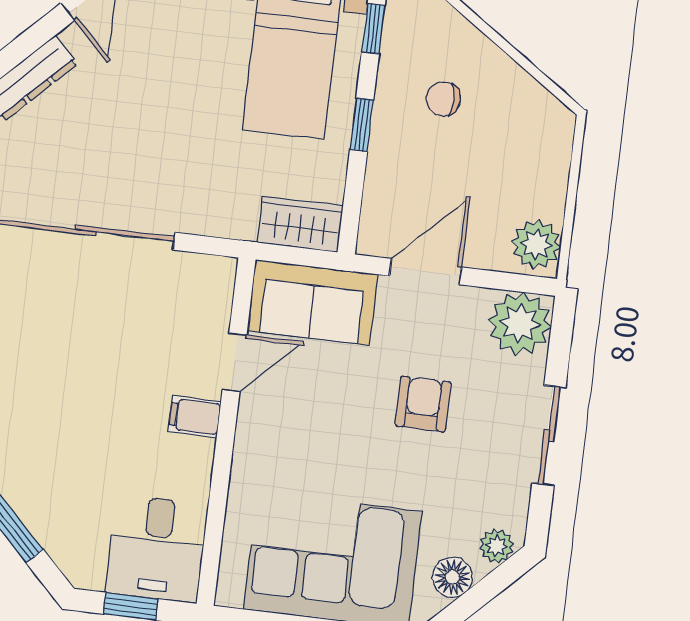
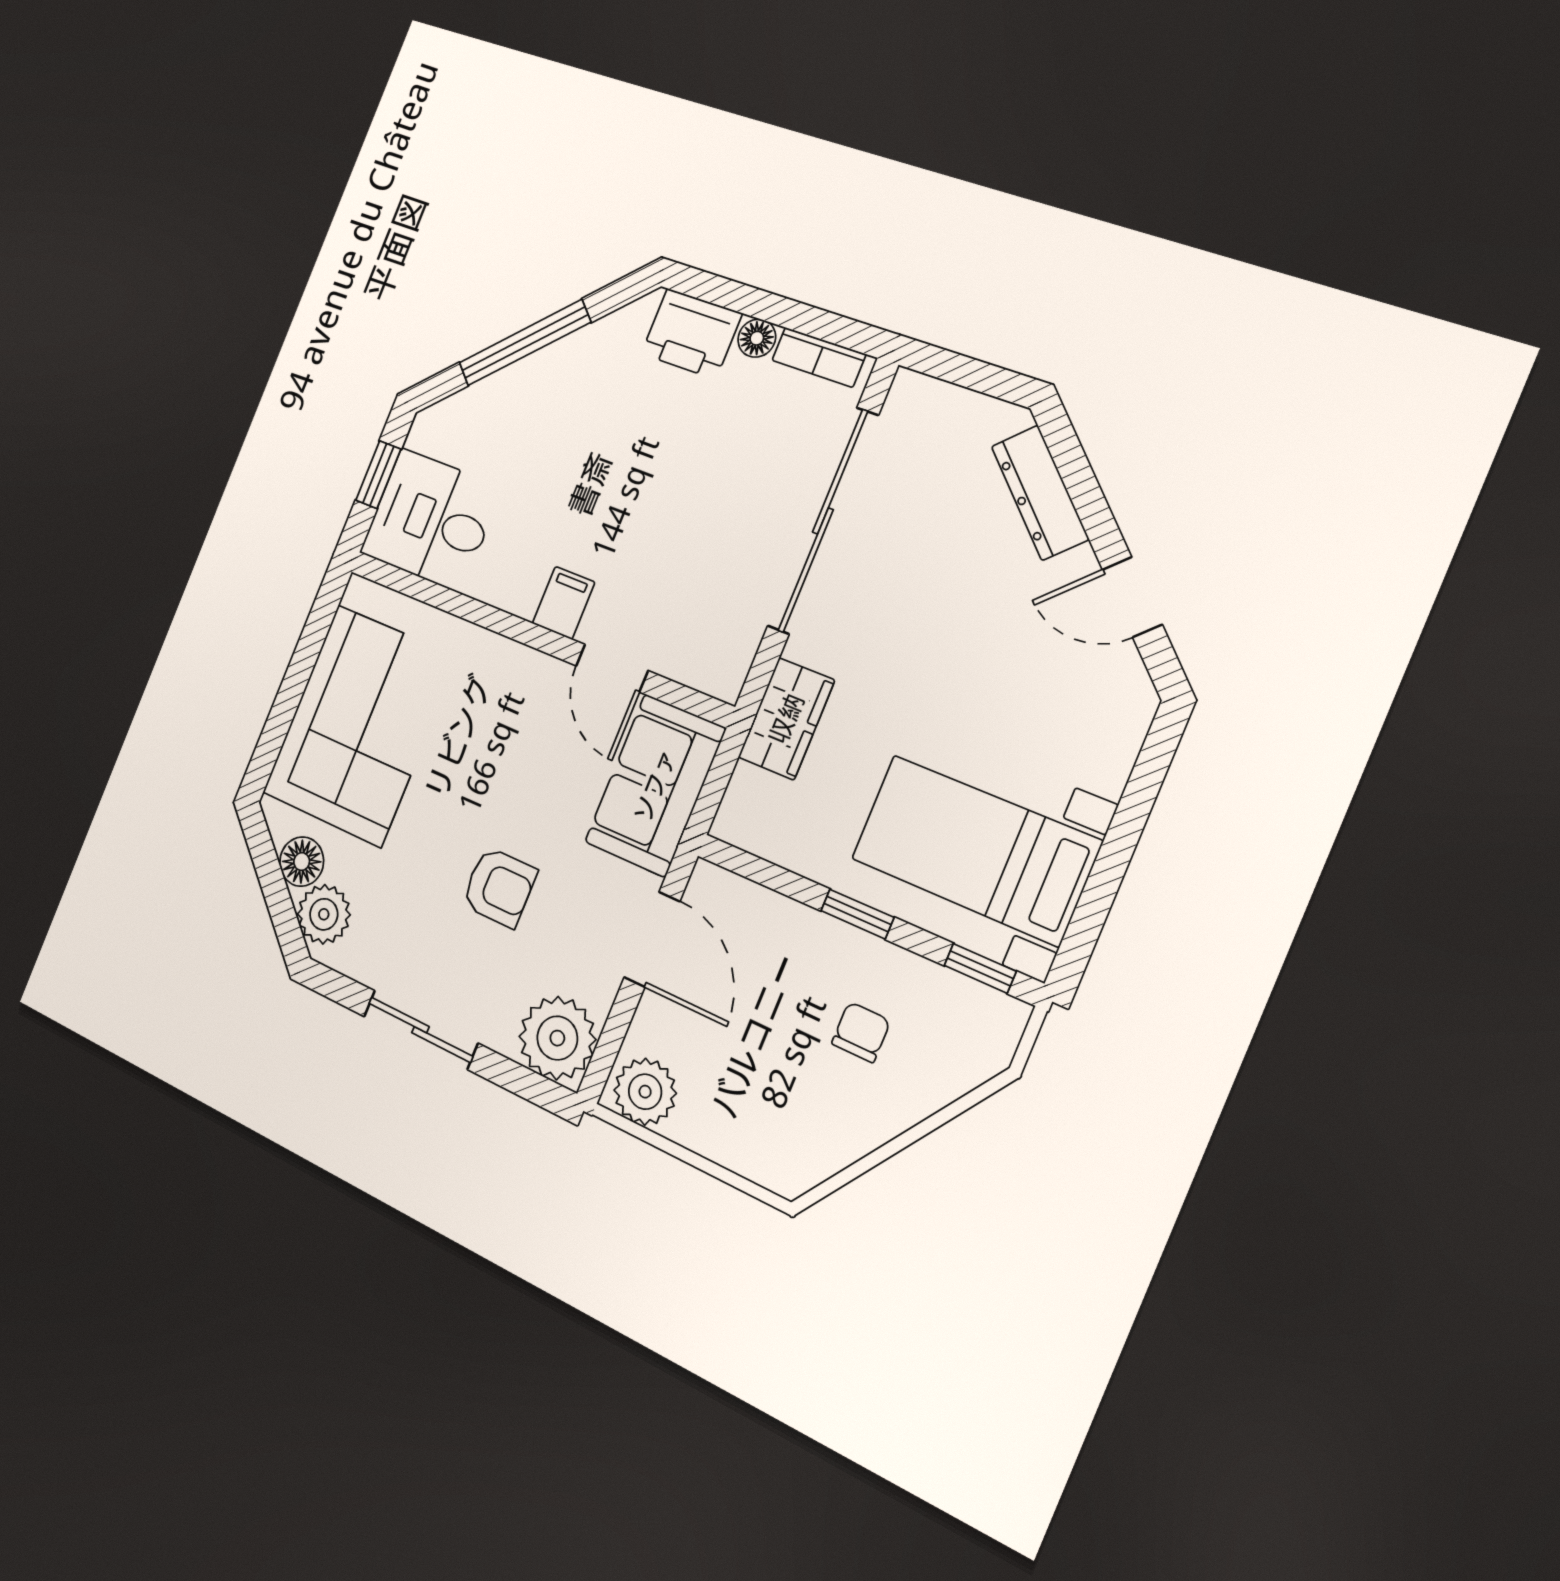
wardrobe: (300, 224) -> (786, 719), moved
plant: (496, 546) -> (324, 914), width x1.38, depth x1.38

